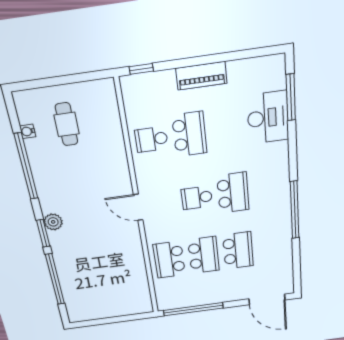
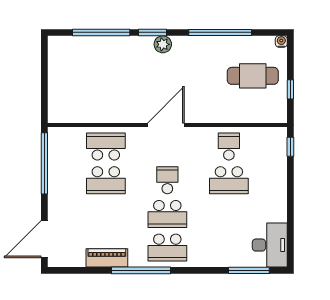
piano: (201, 76) -> (107, 258), moved, turned 90
window: (73, 79) -> (290, 89), added
desk: (268, 118) -> (270, 245), moved, turned -90
cafe table: (67, 124) -> (253, 76), width x1.37, depth x1.35
water cooler: (28, 131) -> (281, 41), moved
door: (138, 207) -> (166, 125), width x1.36
school desk: (238, 250) -> (167, 248), moved

